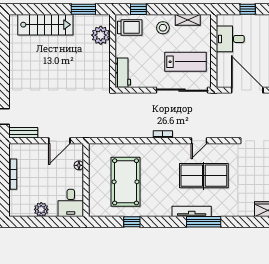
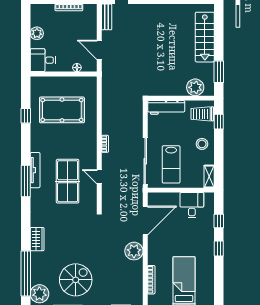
shelving: (188, 20) -> (209, 177), moved
trolley: (130, 27) -> (202, 114), turned 90
workbench: (123, 73) -> (166, 107), width x1.38

